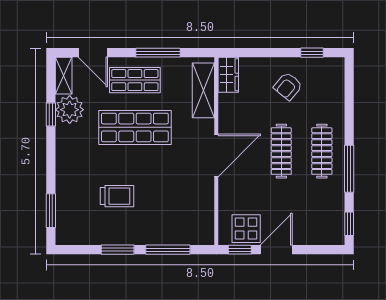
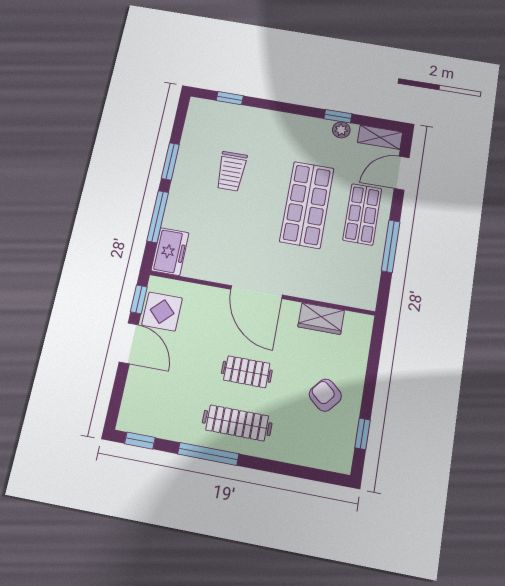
wardrobe: (228, 75) -> (321, 319), moved
shelving: (203, 90) -> (337, 291), removed
plant: (70, 110) -> (341, 130), width x0.53, depth x0.53
clothes rail: (281, 151) -> (247, 372), width x0.73
window: (51, 211) -> (230, 98), width x0.67
freezer: (196, 233) -> (170, 252), added

